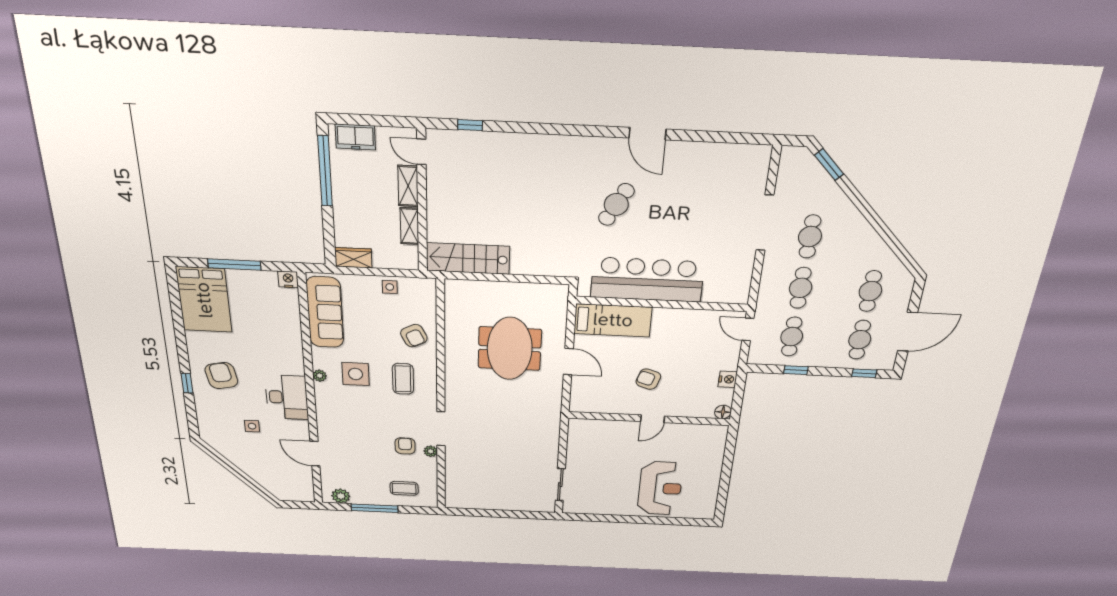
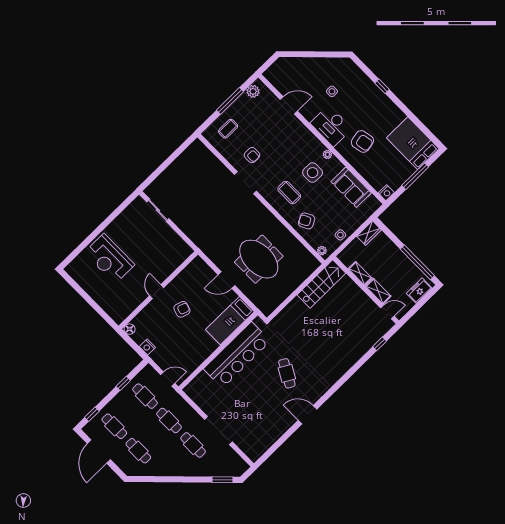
sofa: (325, 312) -> (351, 187), width x0.73
armchair: (221, 376) -> (362, 141), moved
plant: (431, 451) -> (322, 251), moved

